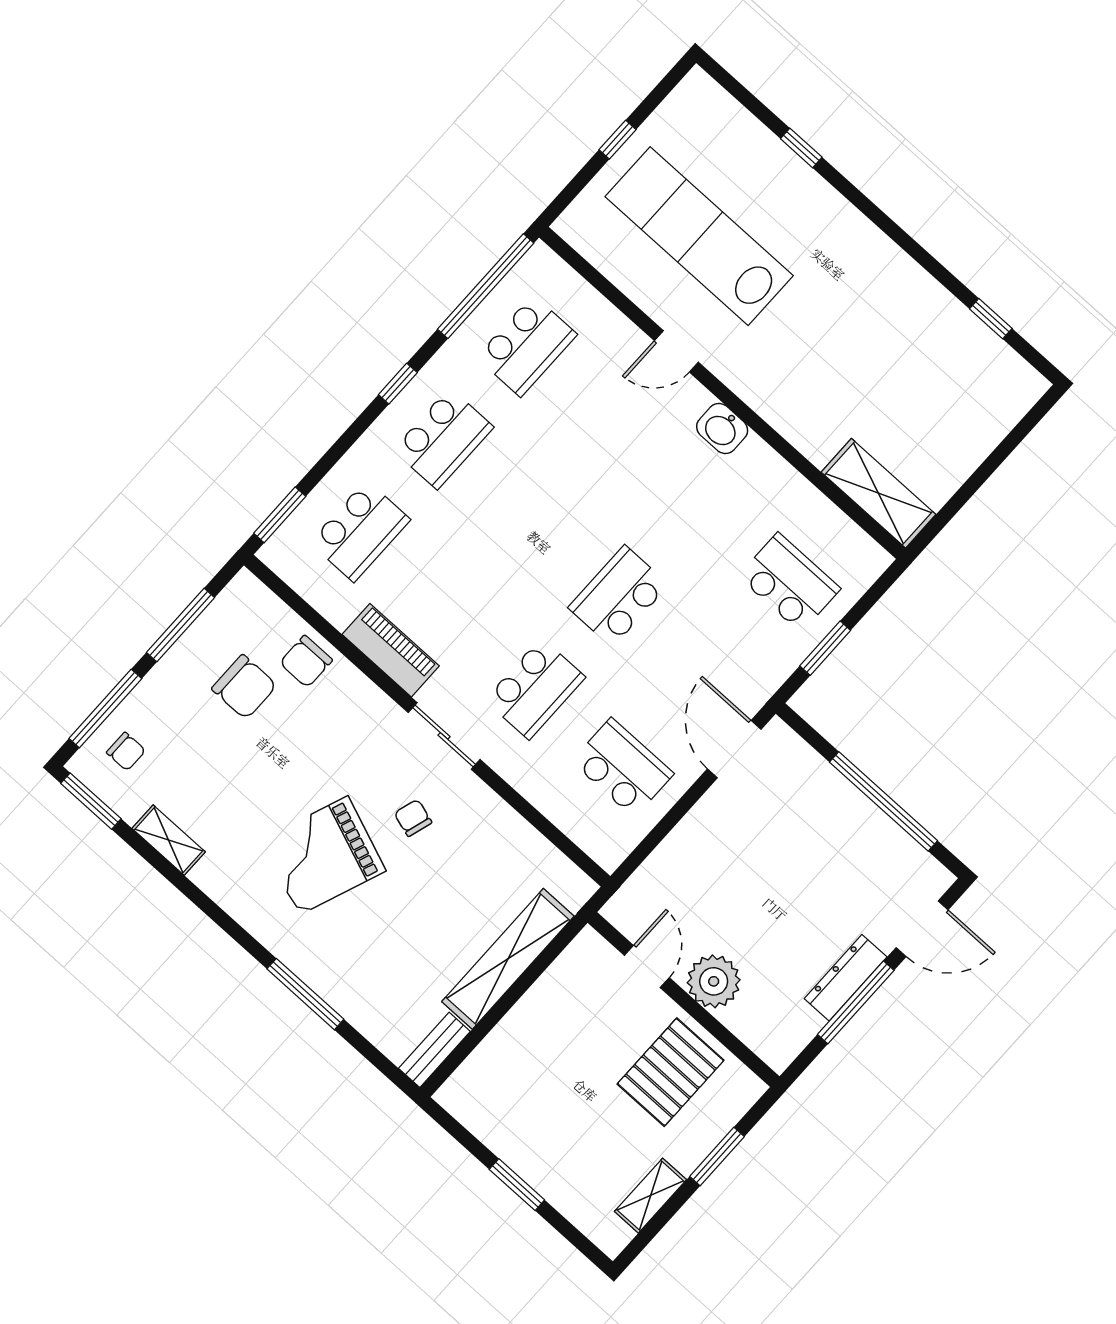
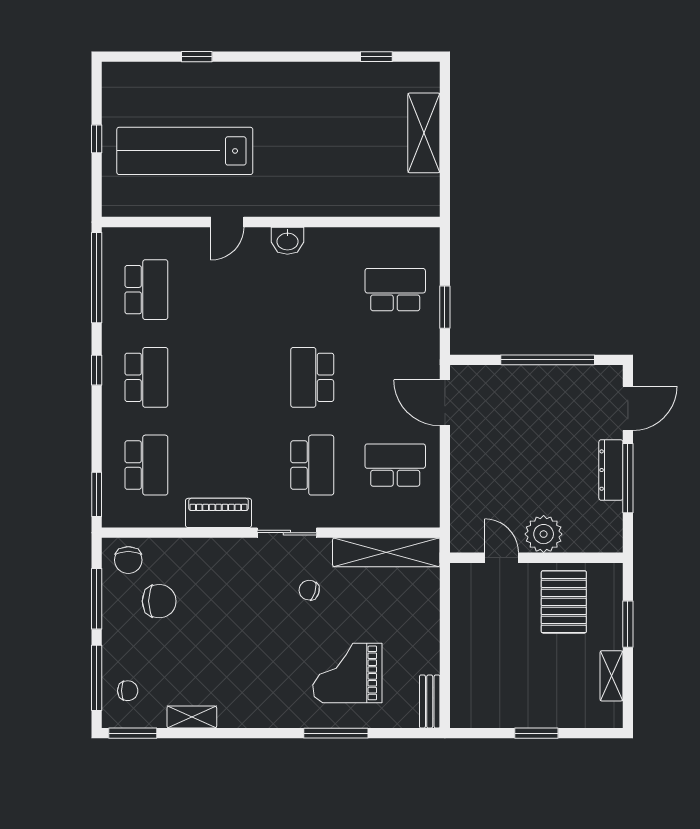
shelving: (879, 493) -> (424, 133), moved, turned 90
chair: (306, 661) -> (128, 560), moved
grand piano: (323, 856) -> (347, 673), moved, turned 69
shelving: (508, 959) -> (386, 552), moved, turned 90

